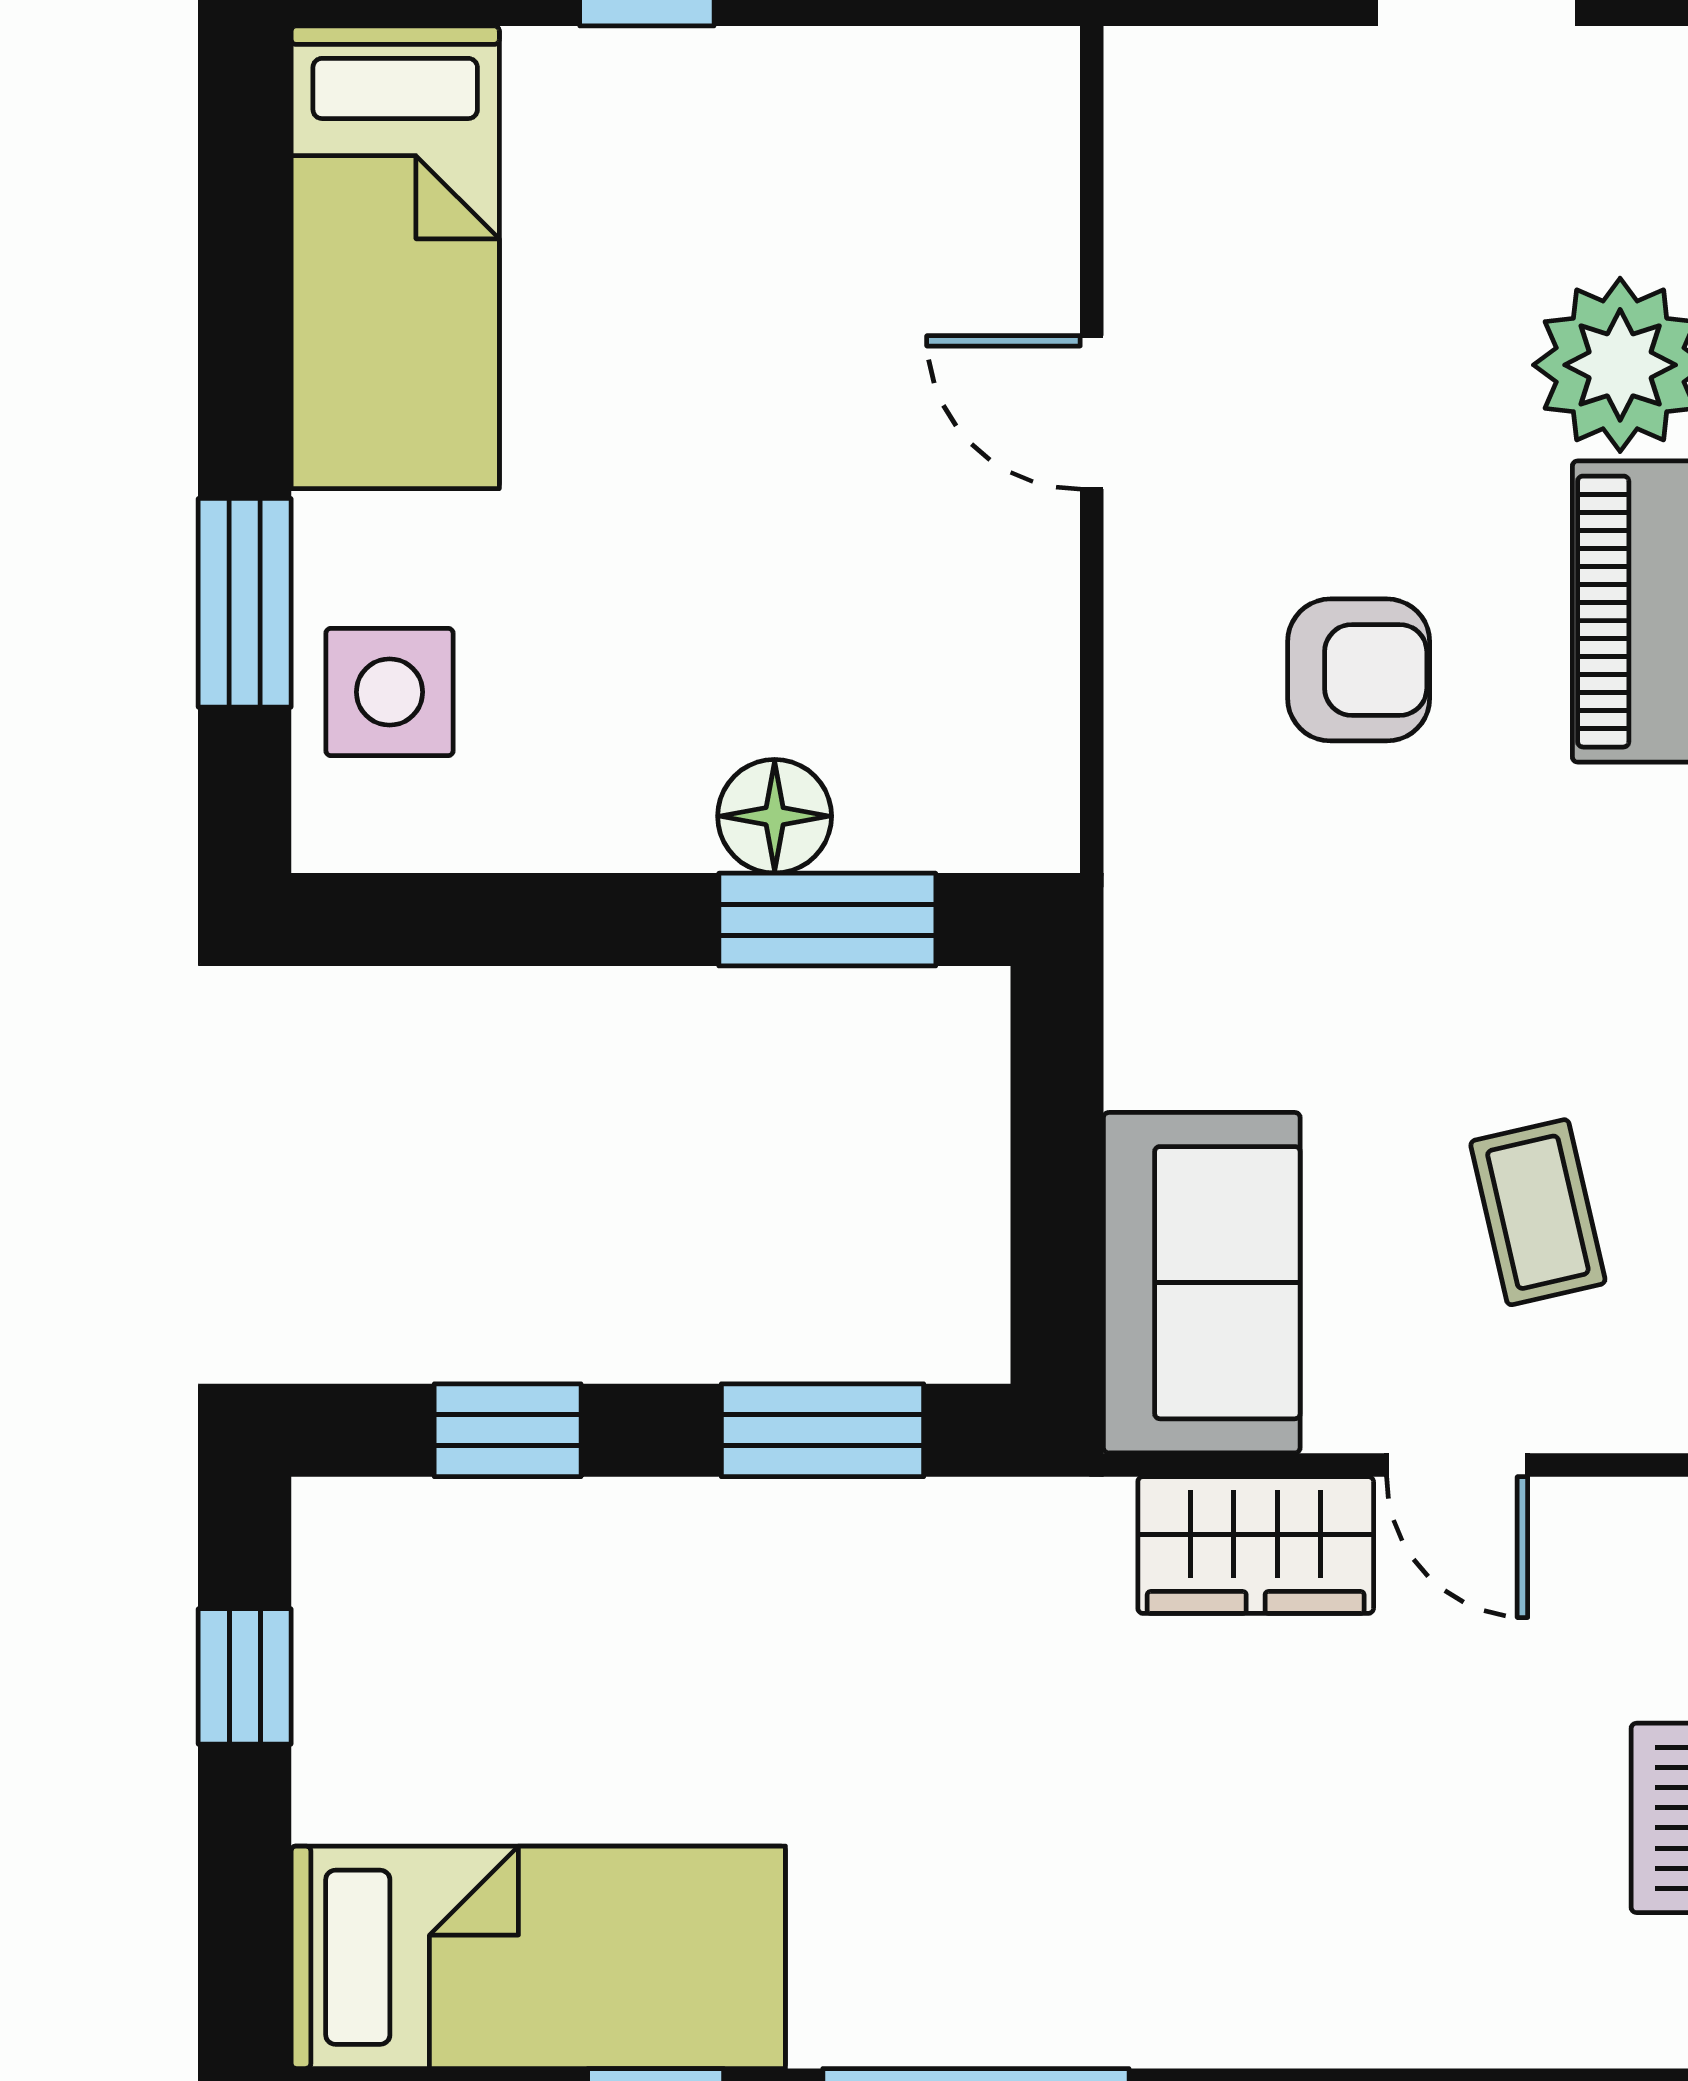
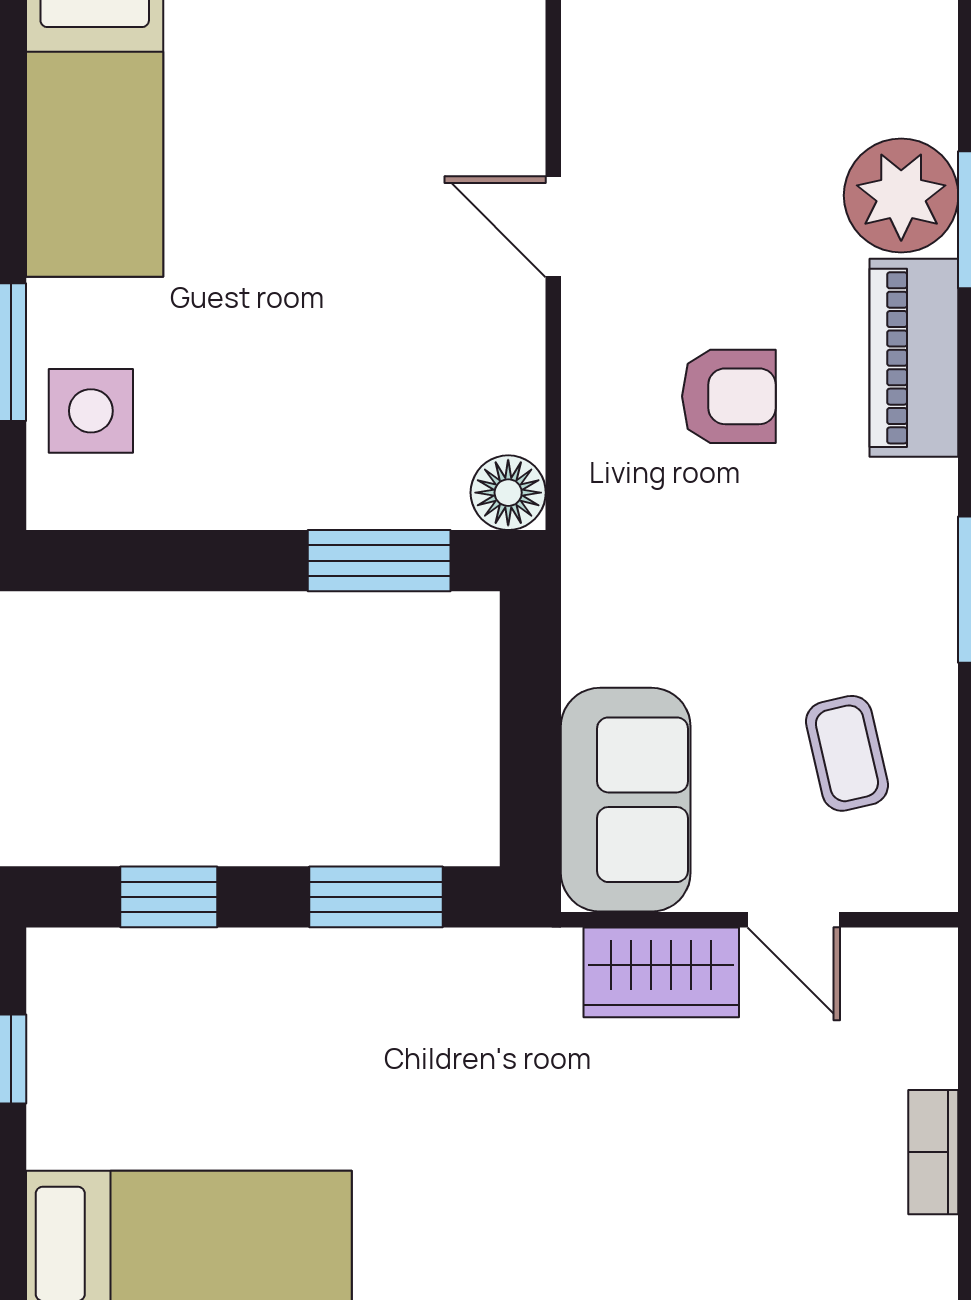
floor lamp: (775, 816) -> (508, 493), moved

